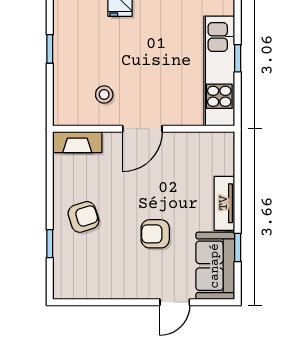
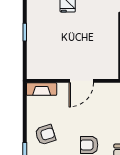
stool: (104, 94) -> (58, 60), removed

